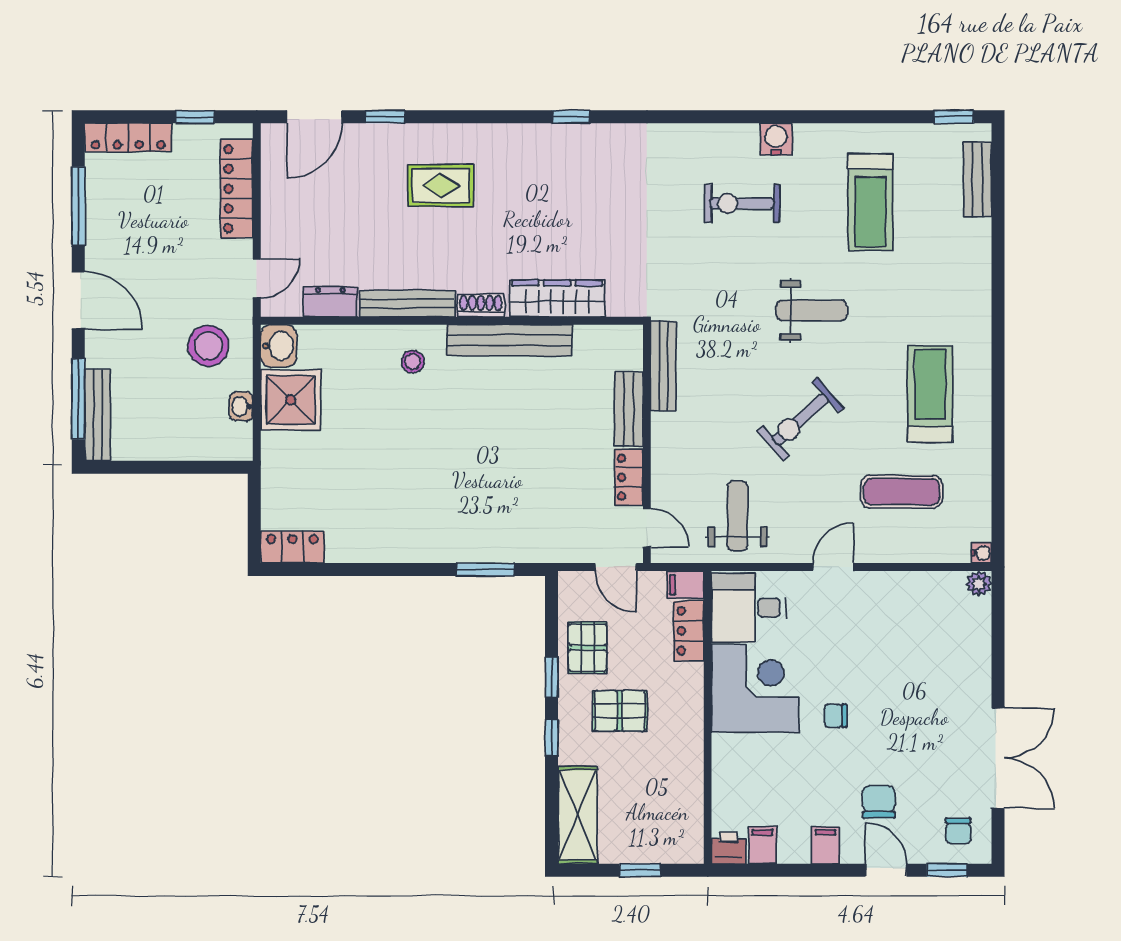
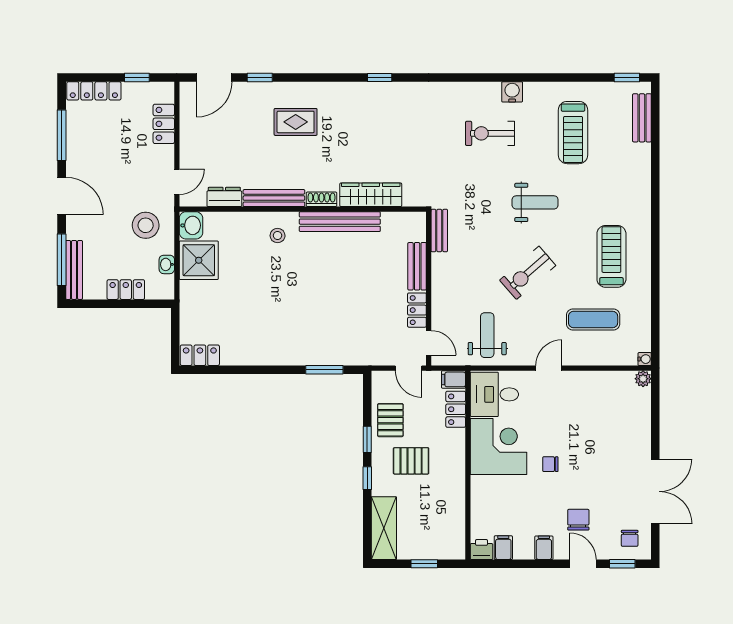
locker: (237, 189) -> (164, 124), width x0.66
bench: (663, 366) -> (439, 231), width x0.73
locker: (178, 445) -> (126, 290), added

